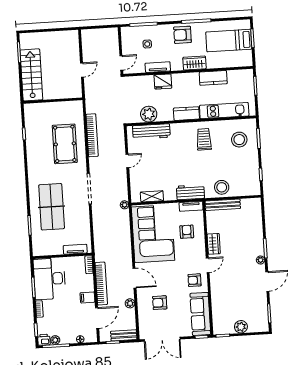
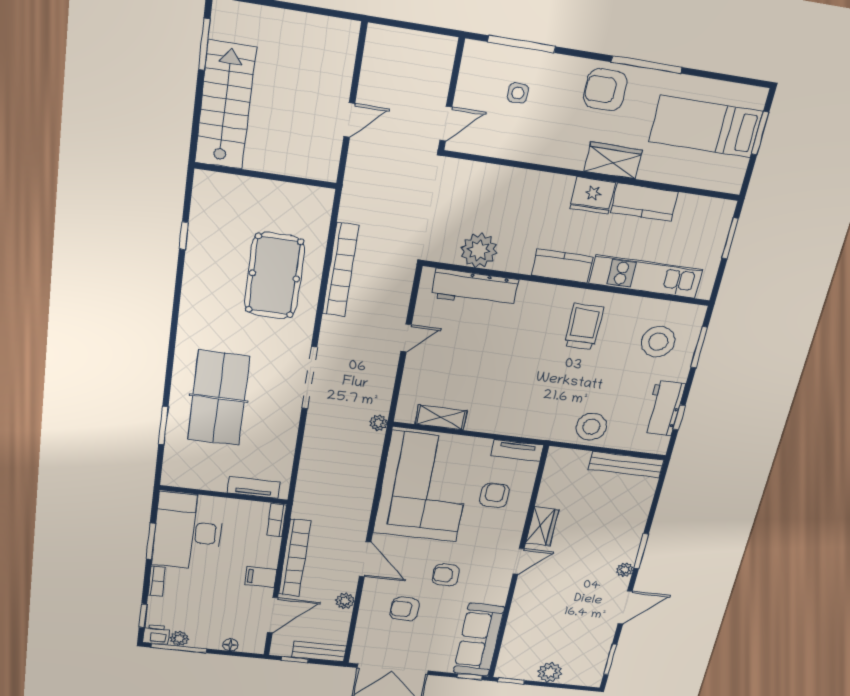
tv unit: (158, 67) -> (528, 152), removed
fridge: (163, 82) -> (593, 196), moved
workbench: (190, 192) -> (664, 408), moved, turned -90
bench: (223, 205) -> (626, 465), moved
armchair: (194, 280) -> (446, 575), moved

